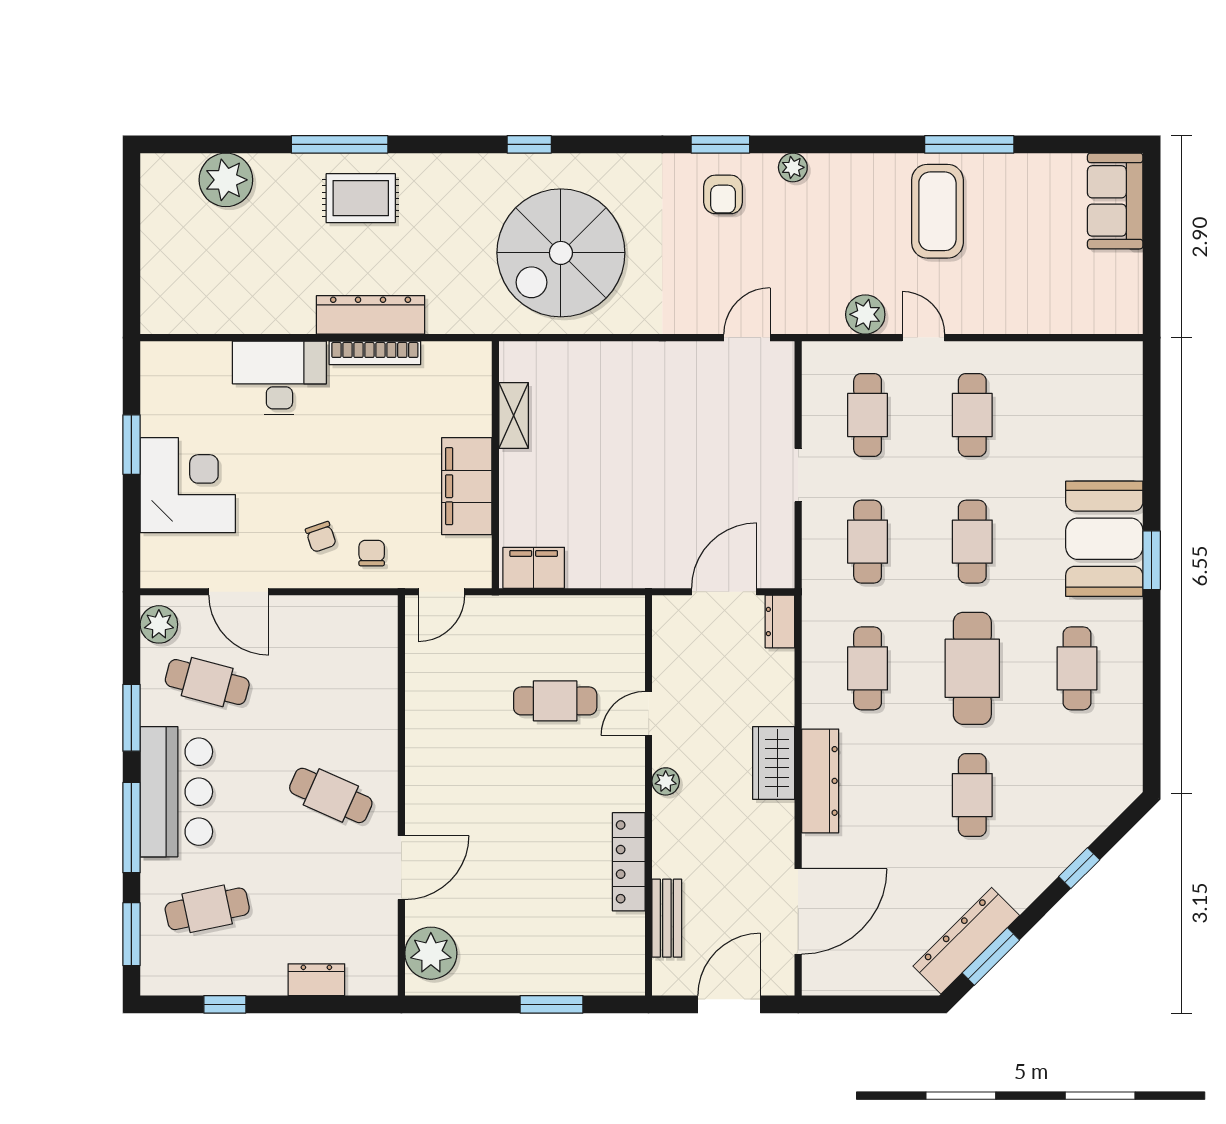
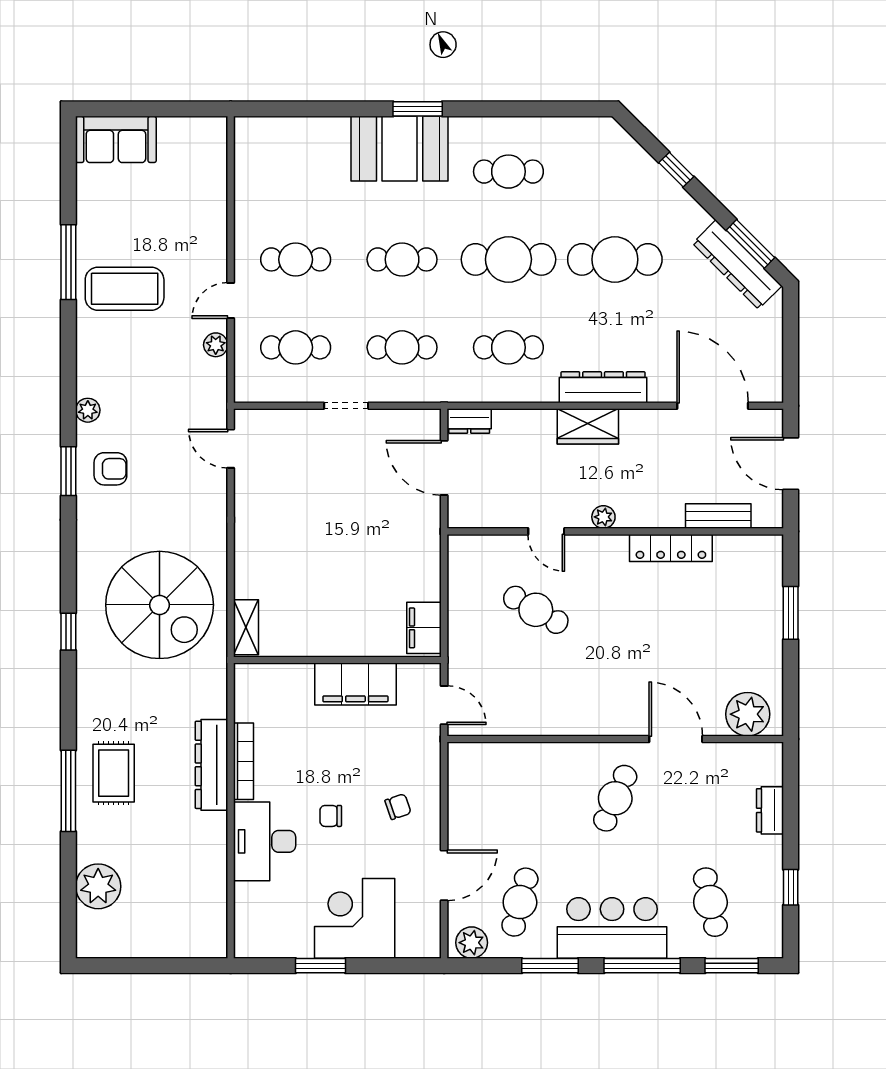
plant: (865, 314) -> (216, 345), width x0.73, depth x0.73
shelving: (514, 415) -> (246, 627), moved, turned 90
chair: (372, 553) -> (331, 816), moved
cafe table: (555, 701) -> (536, 610), turned -60
cafe table: (972, 795) -> (615, 259), width x1.37, depth x1.35

